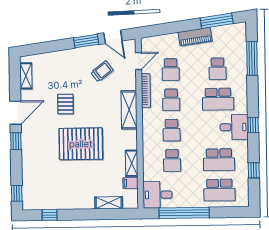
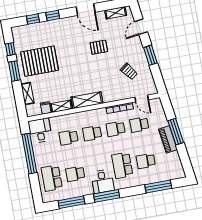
window: (217, 21) -> (176, 132), moved
door: (113, 37) -> (141, 27), moved
shelving: (129, 110) -> (87, 100), moved
window: (253, 125) -> (107, 196), width x2.17
window: (16, 141) -> (53, 15), moved
pallet: (81, 144) -> (40, 61), moved, turned 90
school desk: (219, 160) -> (75, 174), width x0.54
window: (254, 170) -> (71, 202), width x2.17
window: (17, 193) -> (33, 19), moved
window: (78, 215) -> (14, 71), added

